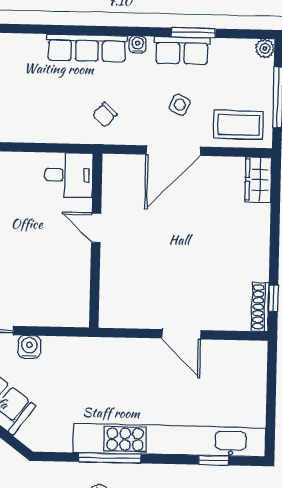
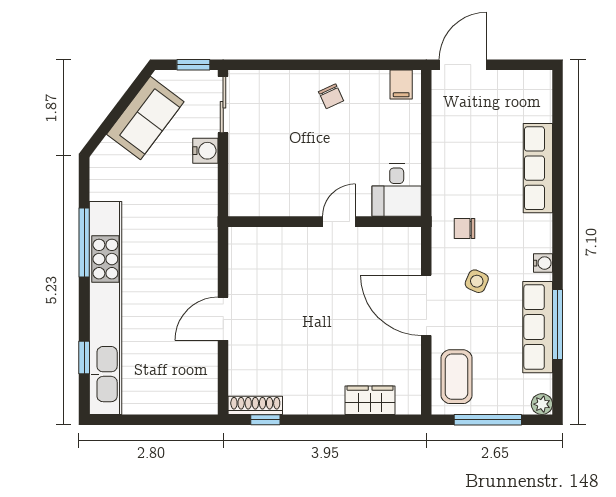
window: (193, 33) -> (558, 324), width x1.44
row of seats: (87, 48) -> (538, 168), moved
row of seats: (182, 50) -> (538, 327), width x1.48
side table: (180, 105) -> (477, 281), moved
chair: (105, 115) -> (465, 228), turned -42
wardrobe: (258, 180) -> (370, 400), moved

